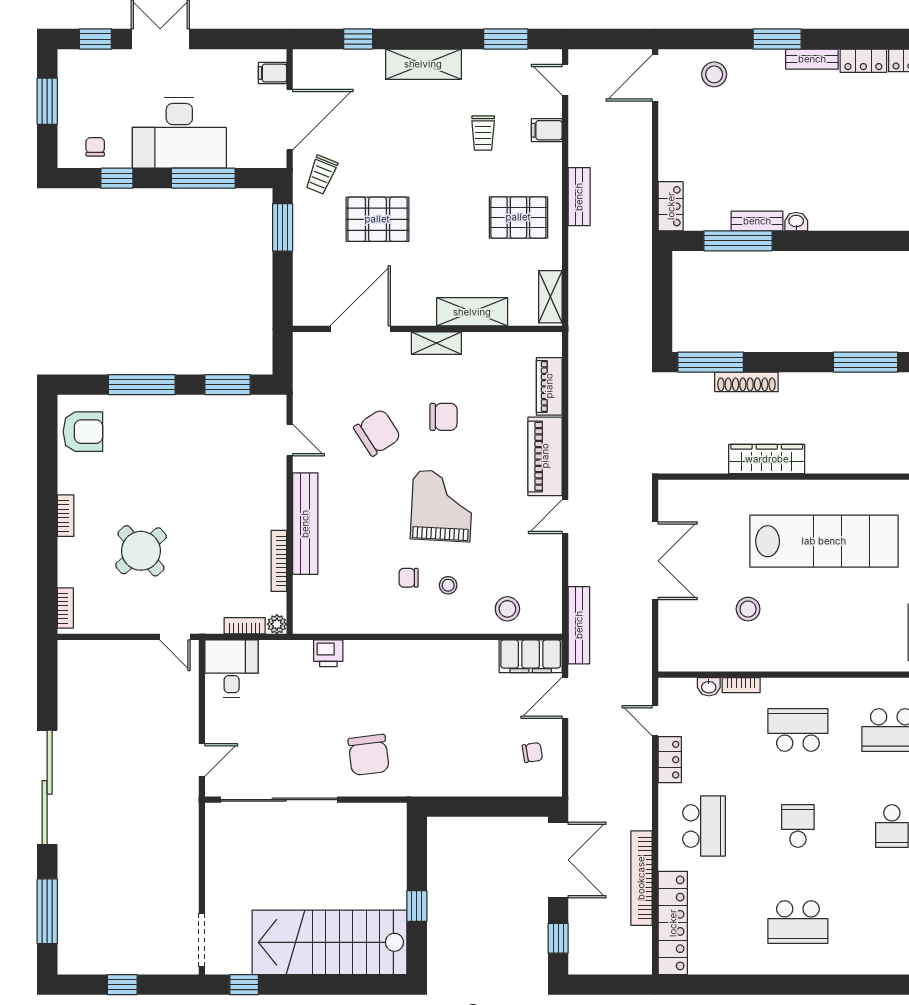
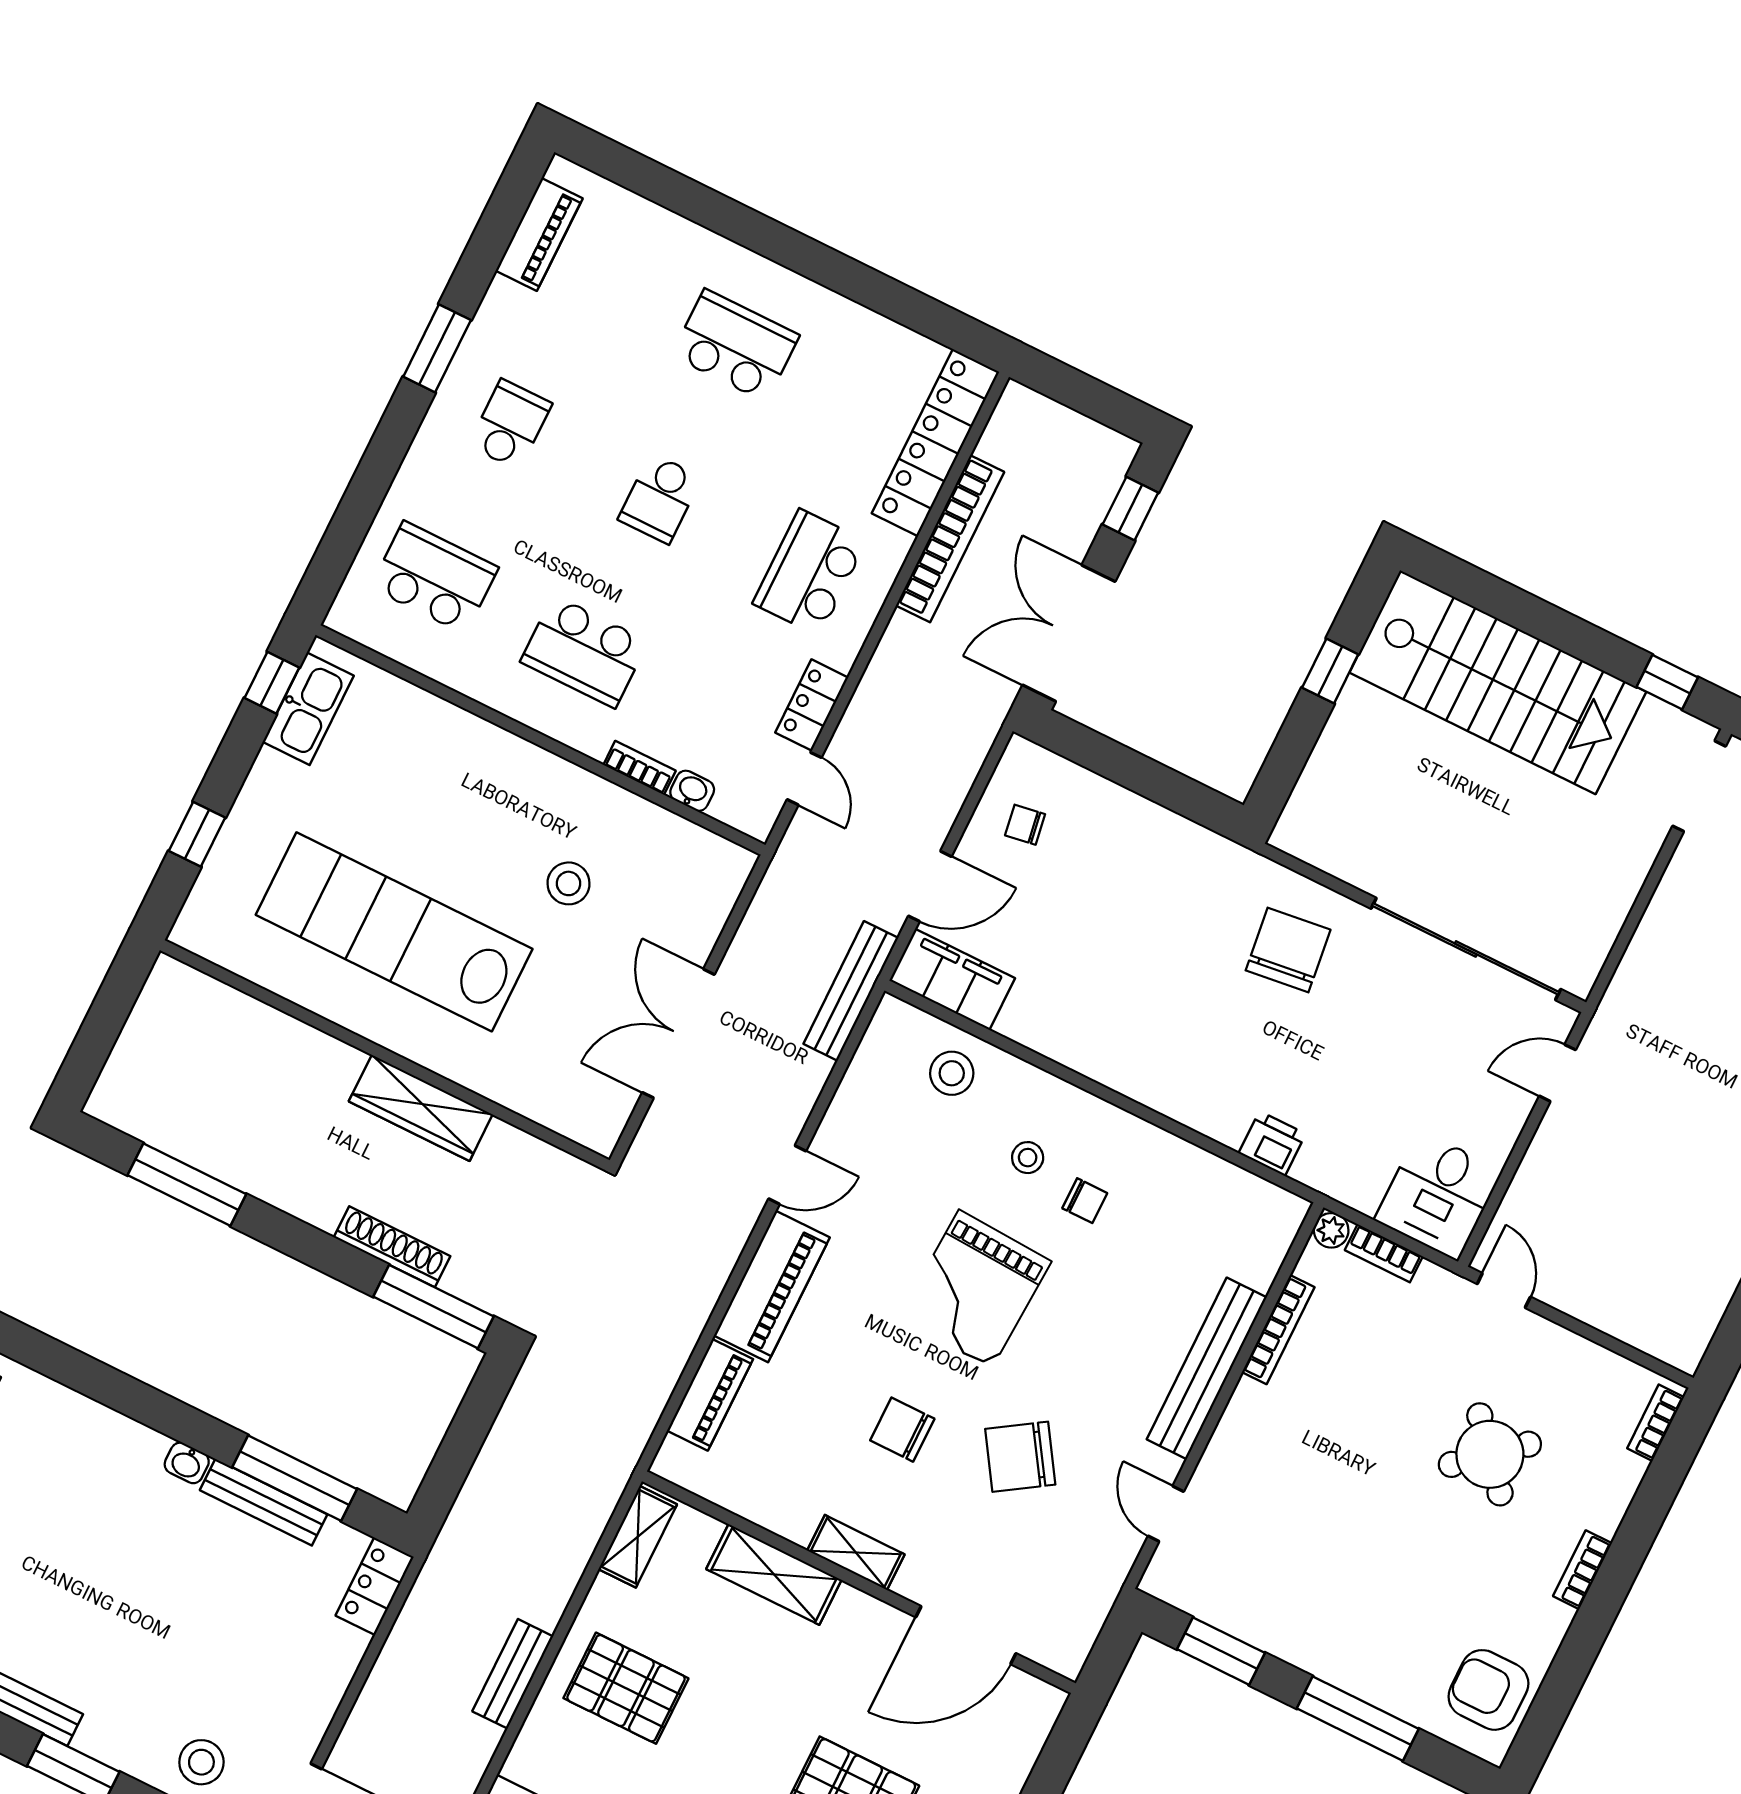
bench: (757, 221) -> (264, 1502), width x1.36

